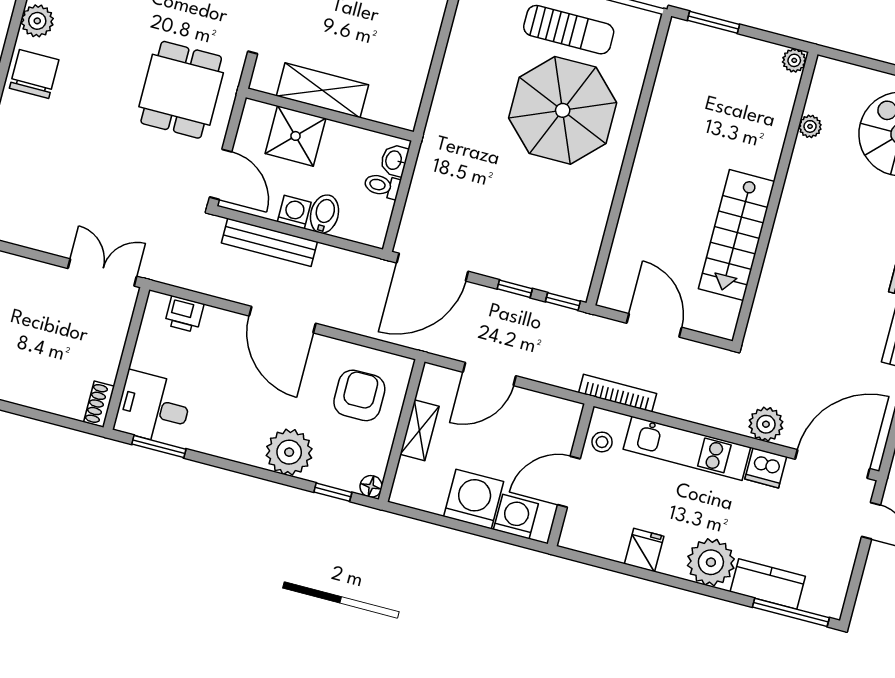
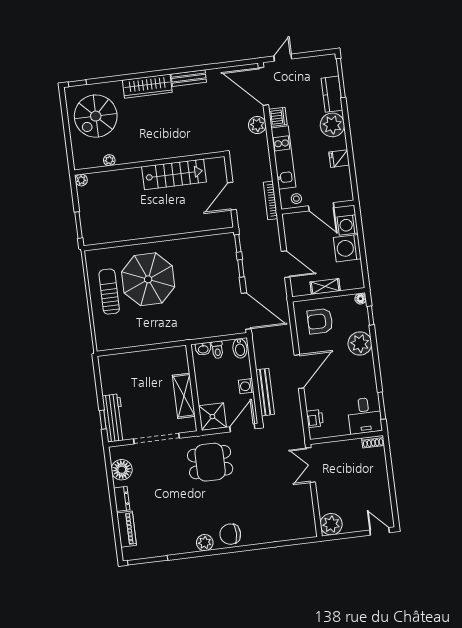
shower: (295, 136) -> (212, 417), moved
bidet: (324, 214) -> (240, 348), moved, turned -90

